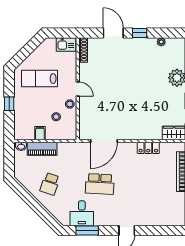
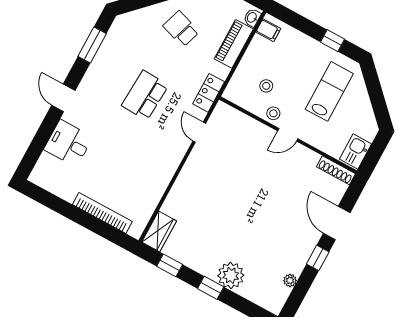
door: (113, 33) -> (337, 223), swing flipped
window: (9, 104) -> (333, 41), moved
filing cabinet: (40, 133) -> (268, 30), moved
door: (104, 141) -> (199, 132), width x0.53
locker: (148, 148) -> (209, 93), moved
desk: (82, 213) -> (68, 143), moved

